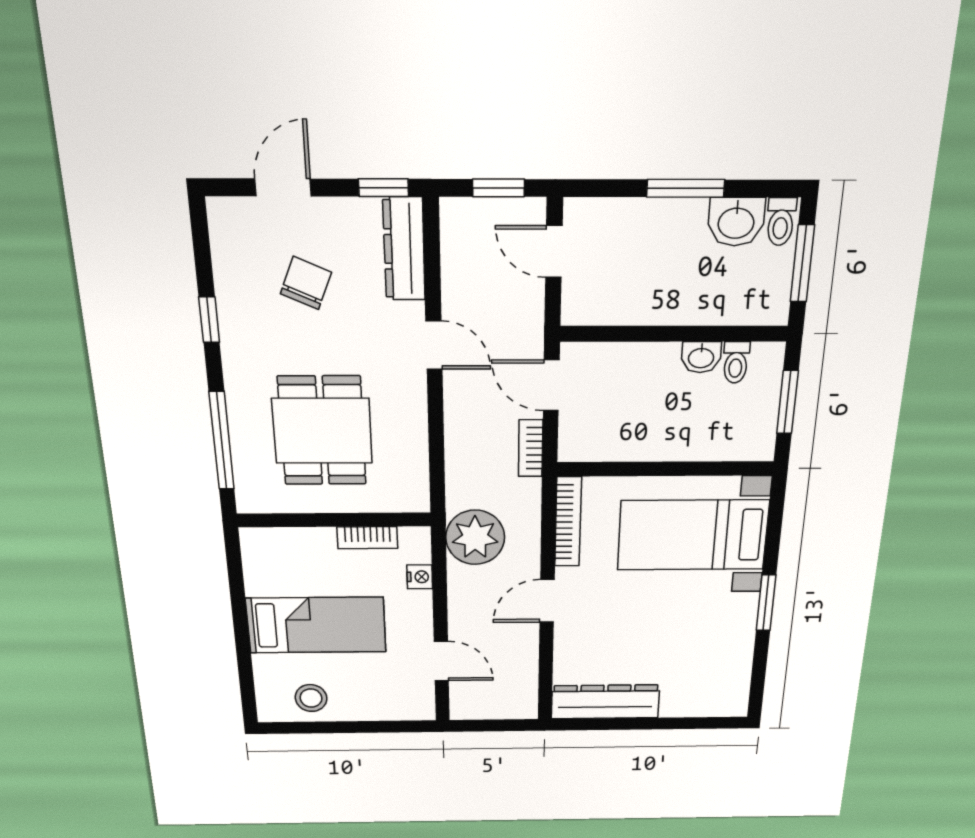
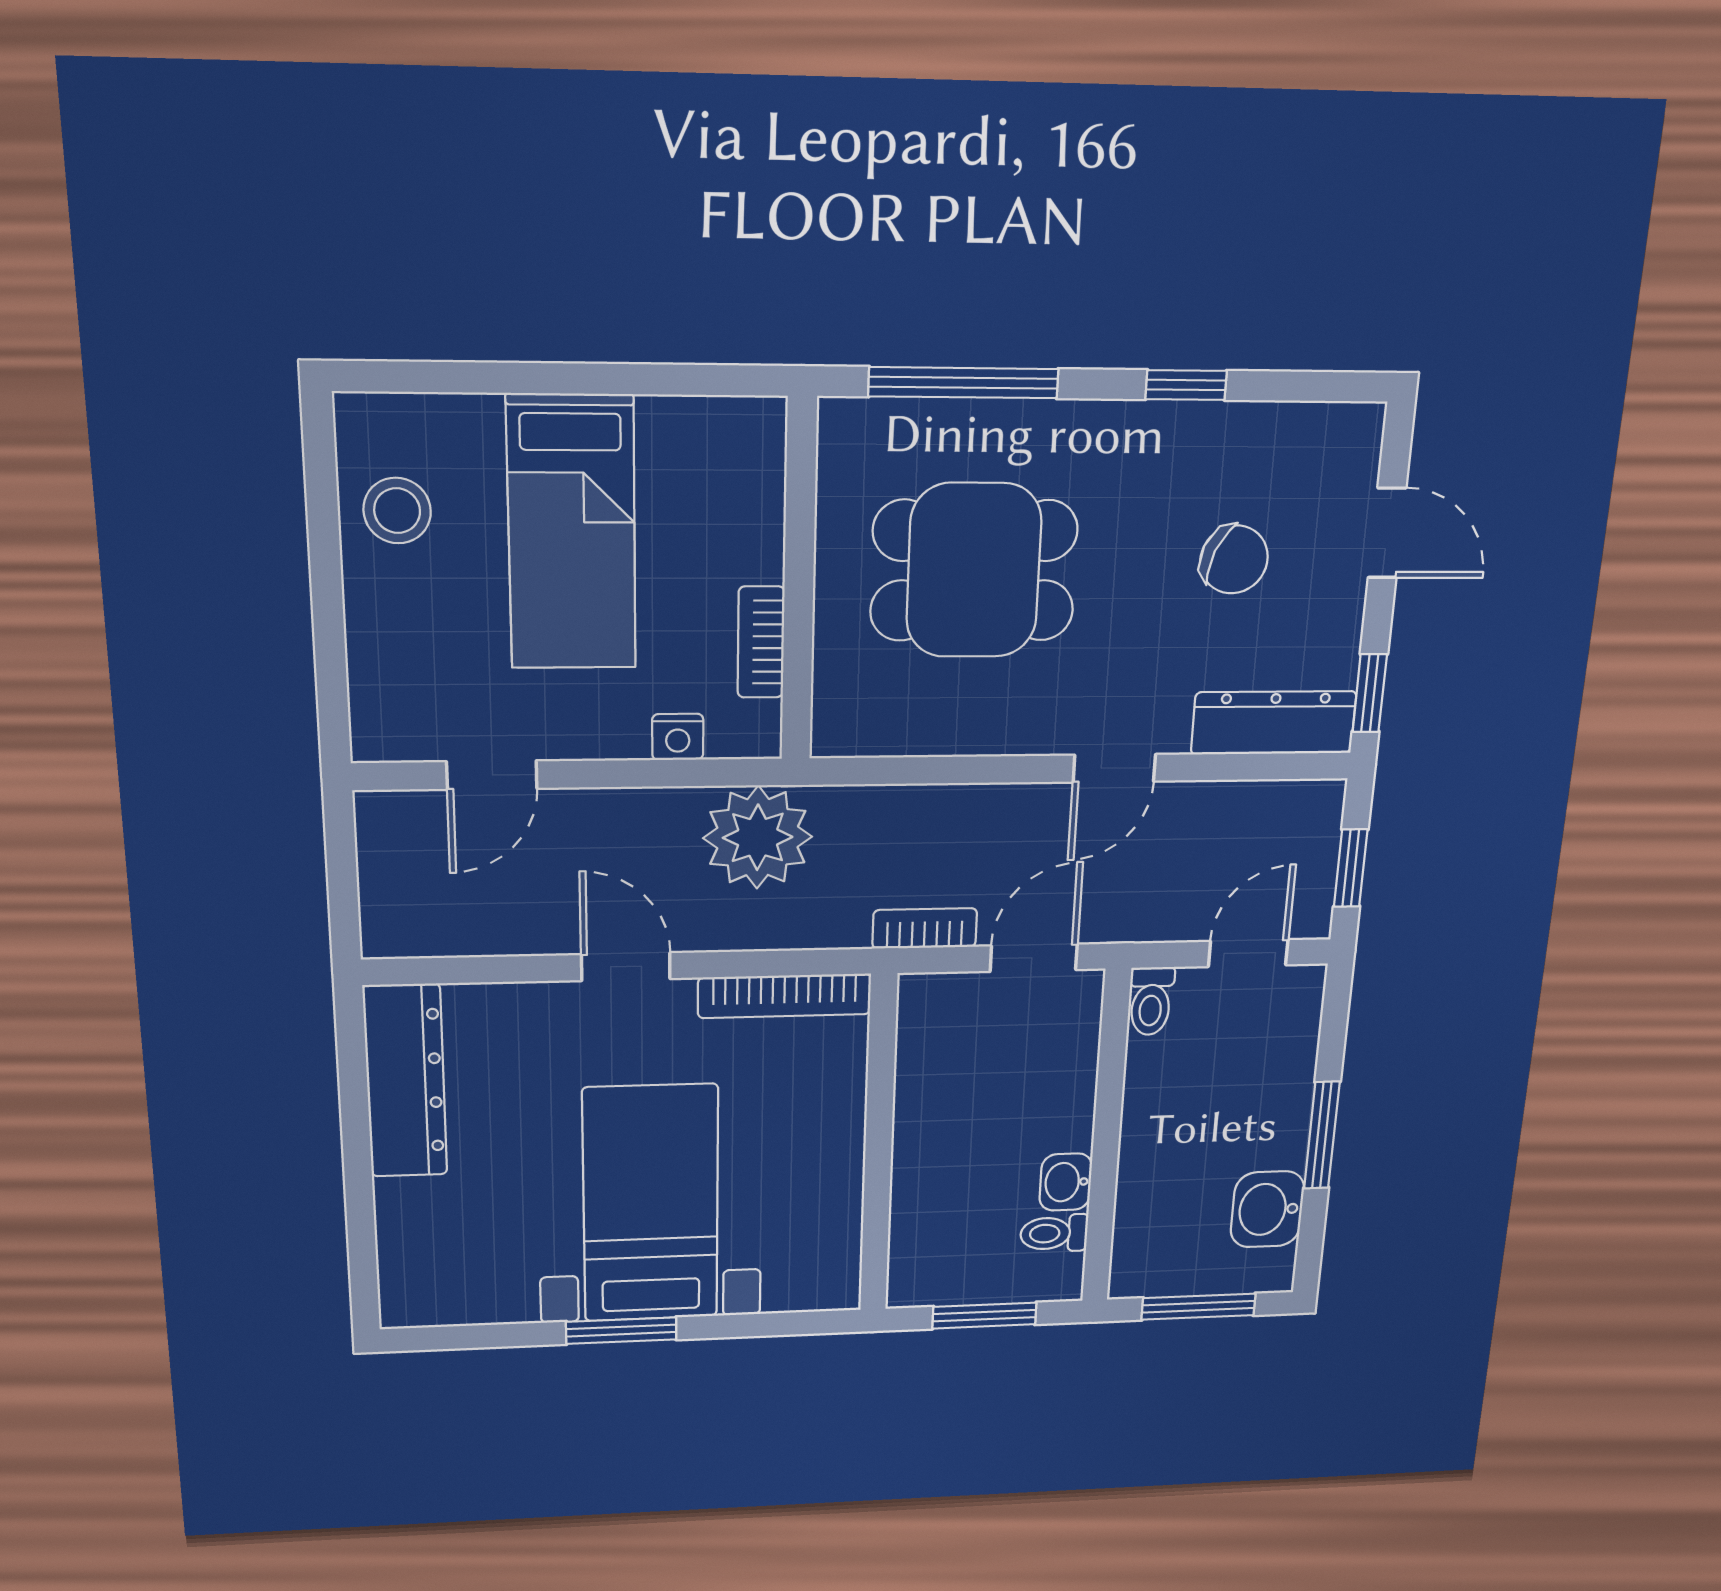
toilet: (781, 221) -> (1151, 1001), moved, turned -90
bed with nightstands: (693, 535) -> (651, 1204), moved

